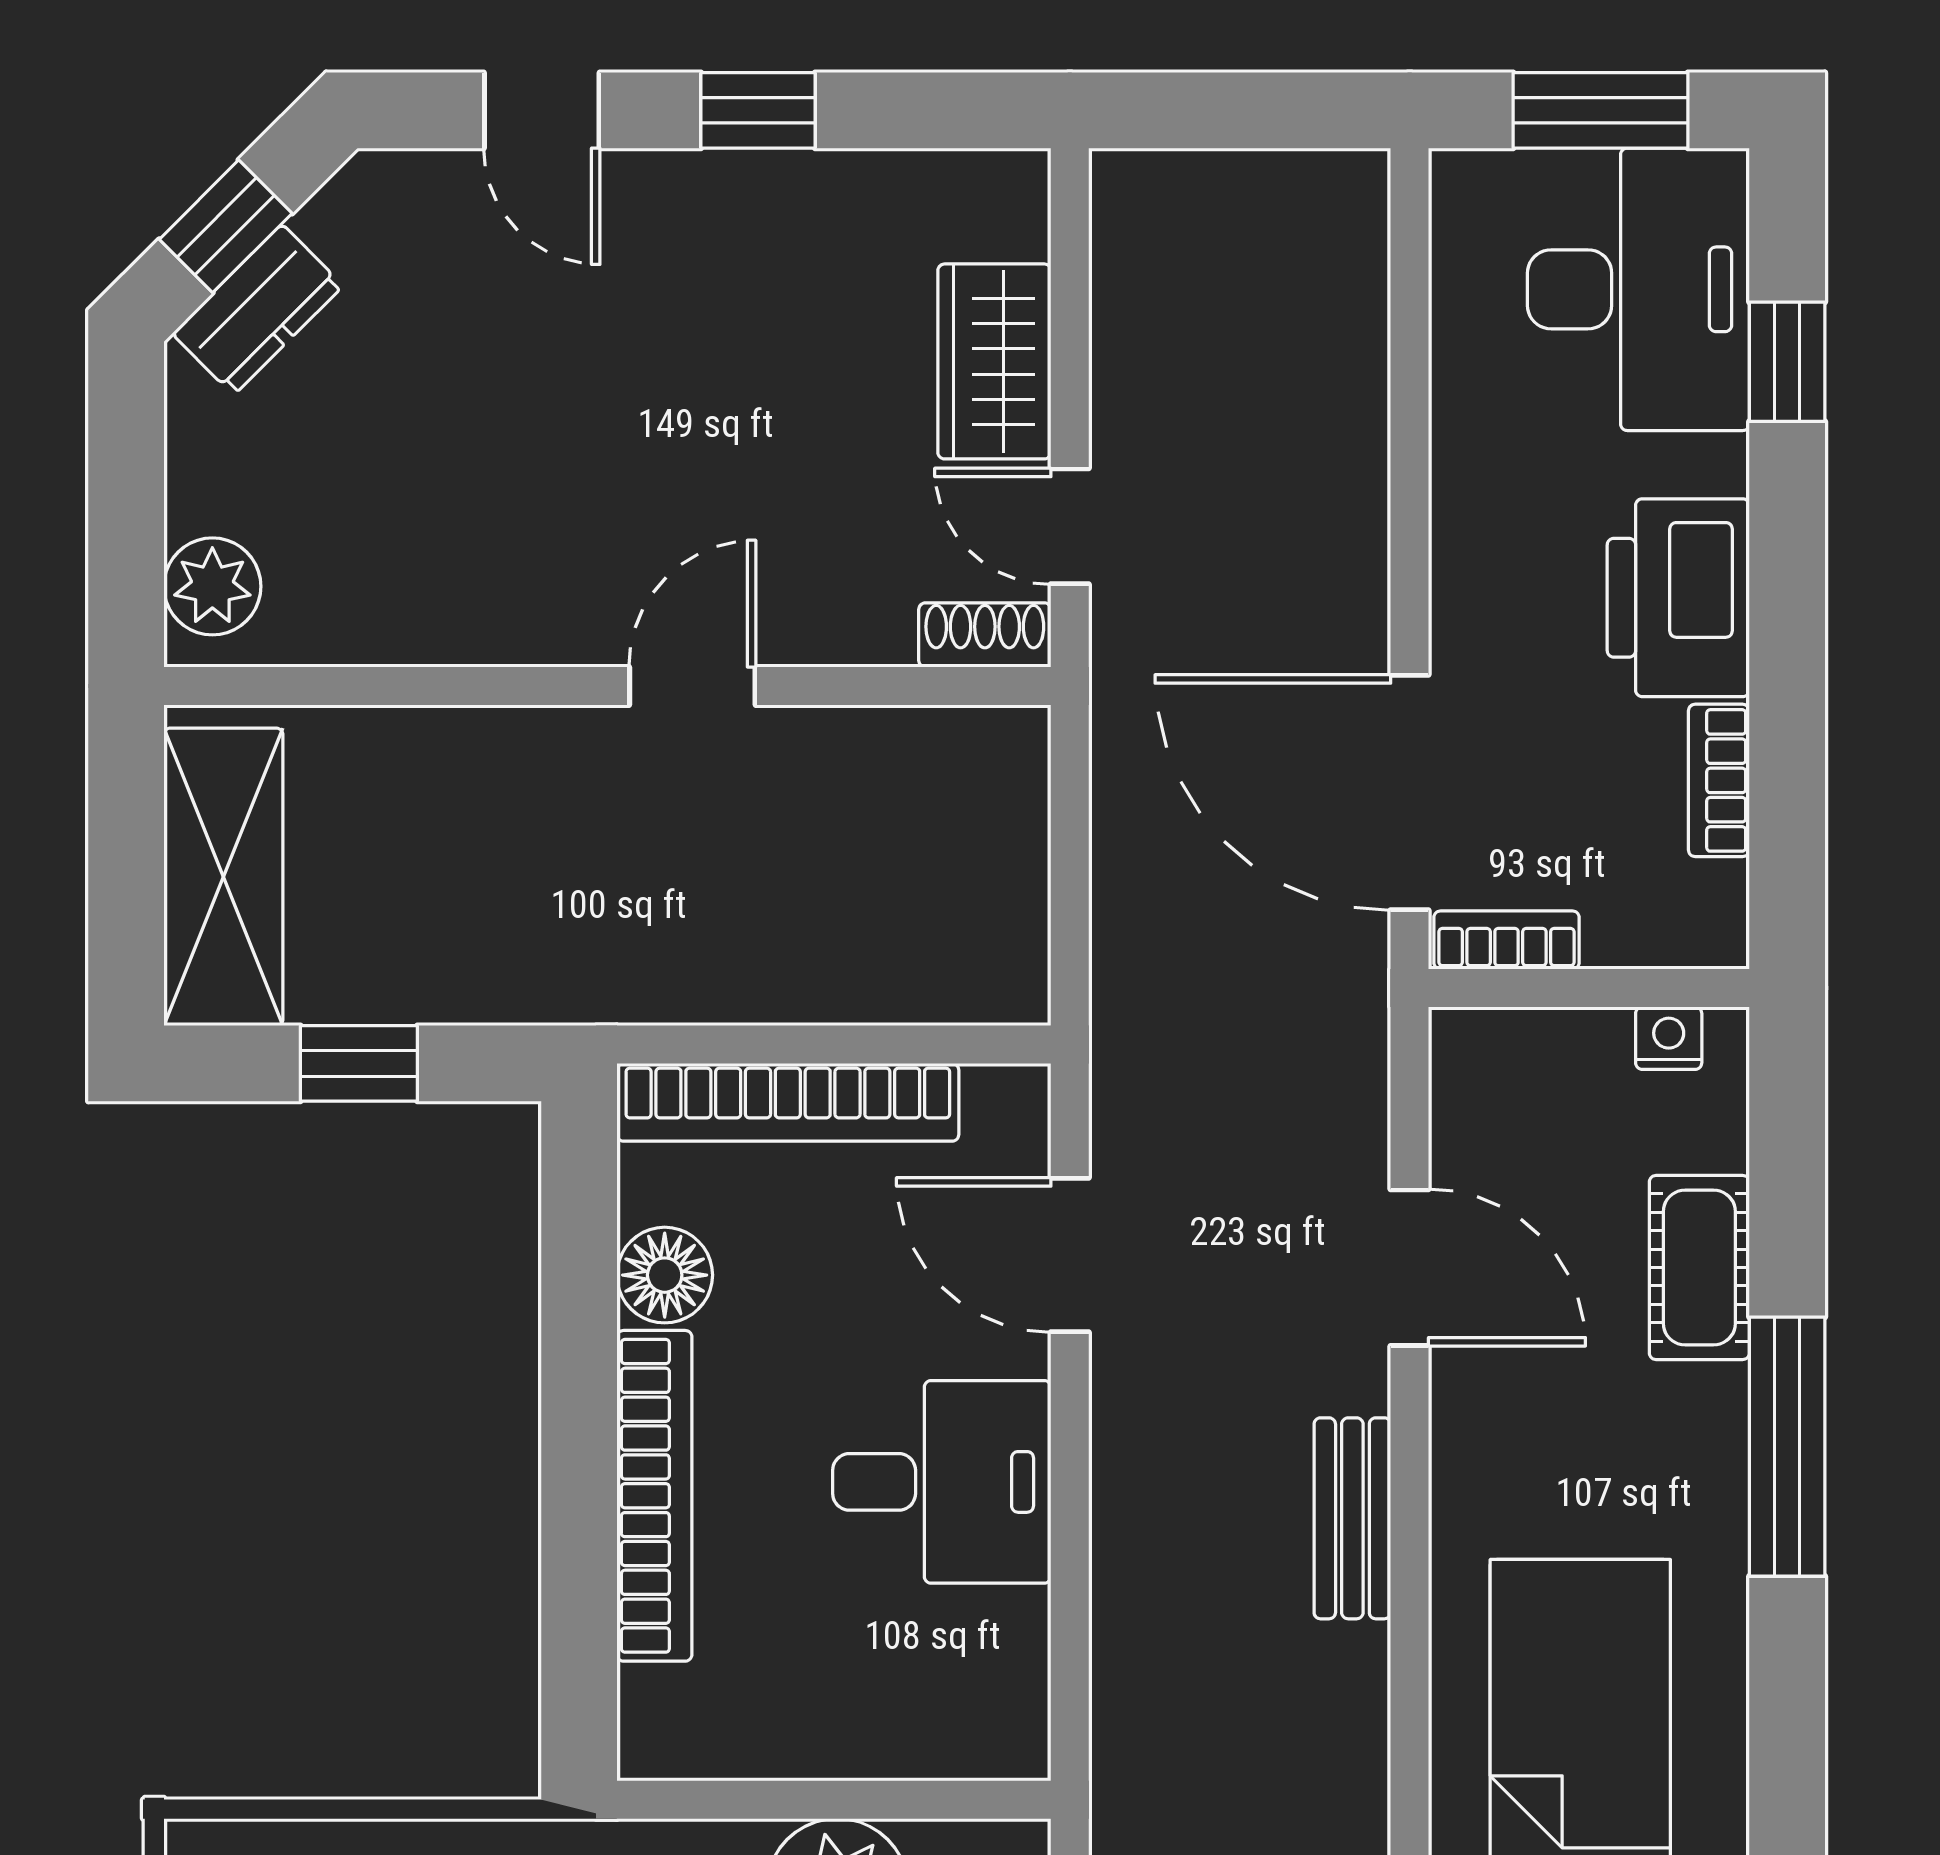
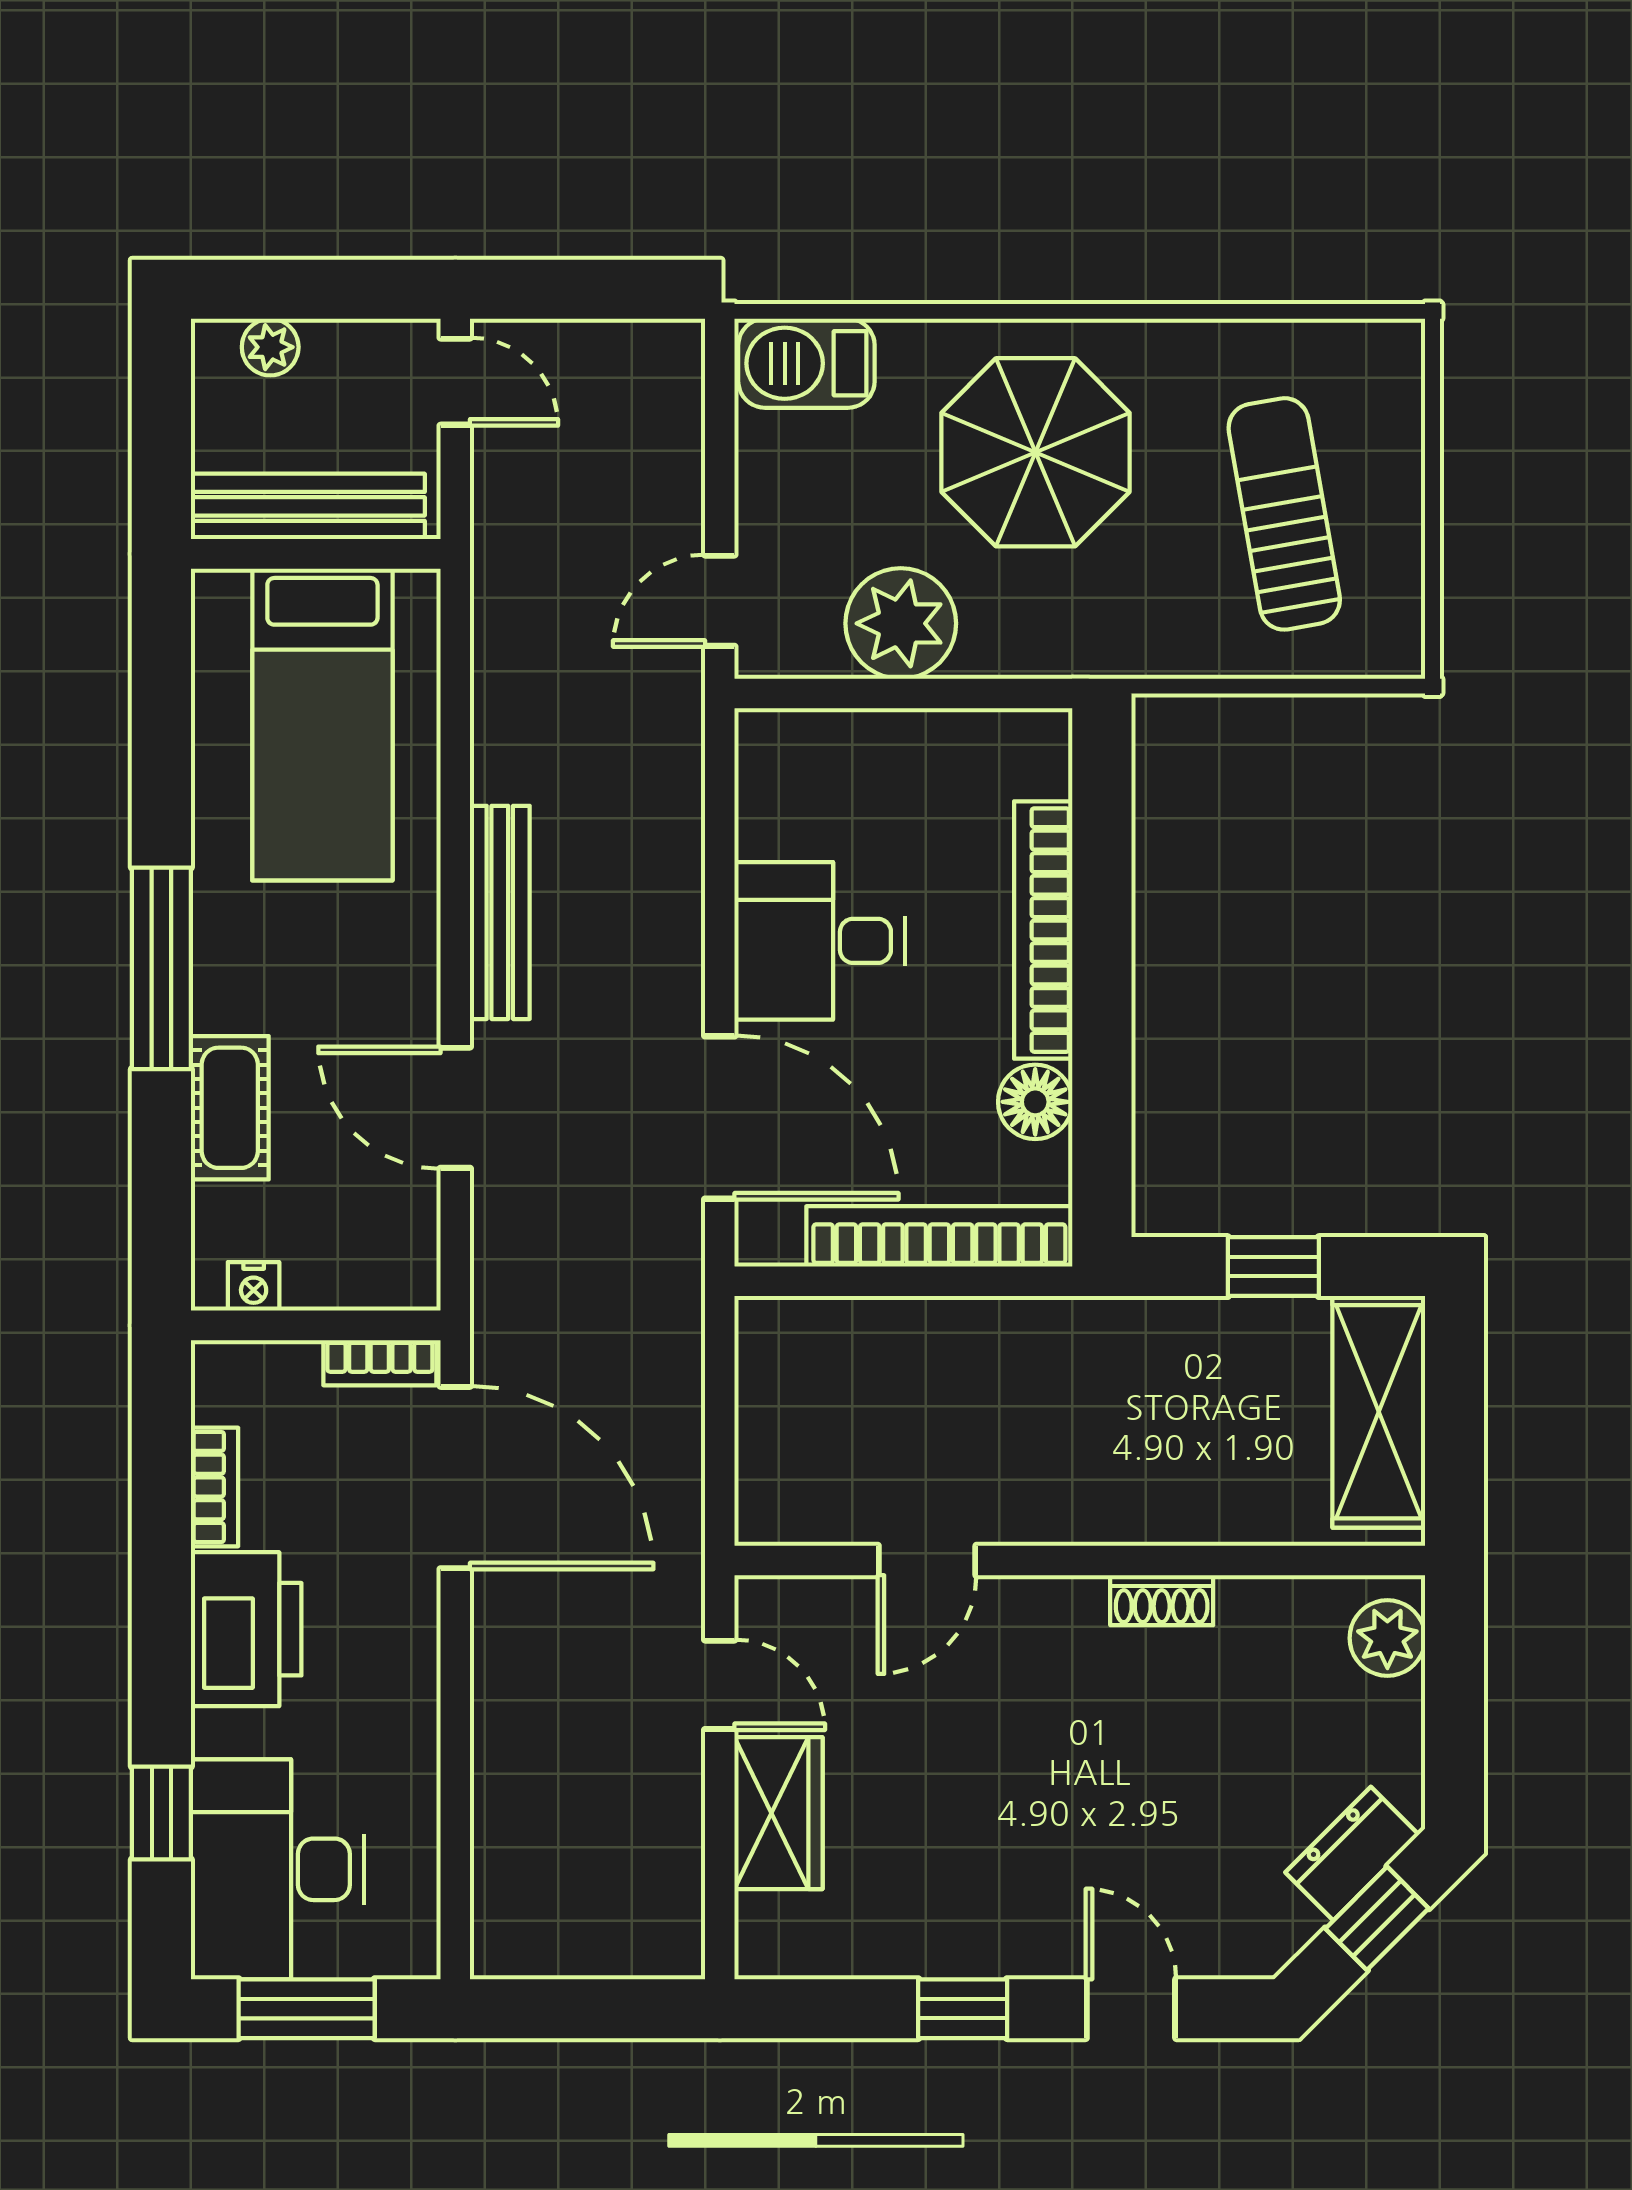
shoe rack: (985, 635) -> (1162, 1600), moved
door: (692, 686) -> (927, 1560), moved
door: (1070, 1255) -> (720, 1118), width x1.36
bench: (1352, 1518) -> (500, 912), width x1.36

